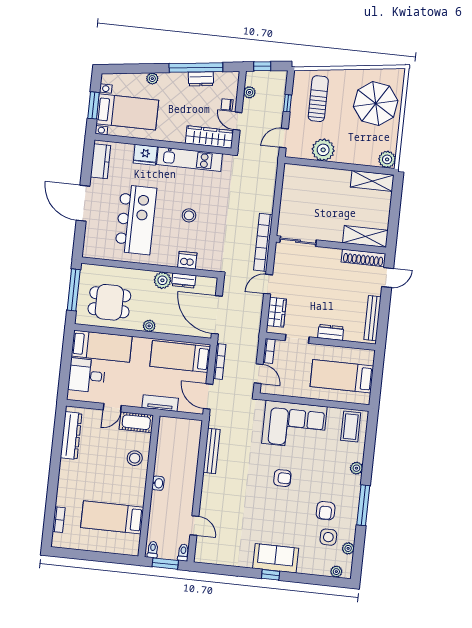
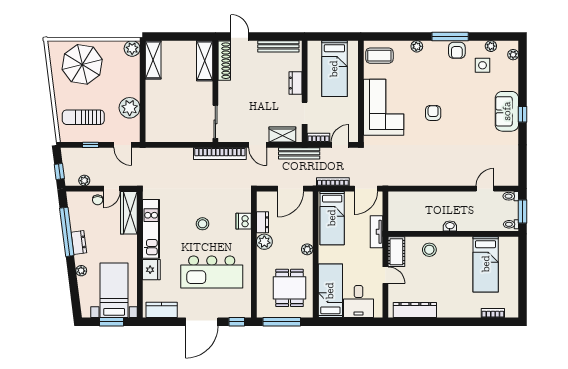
dresser: (201, 79) -> (79, 243), moved
kitchen island: (136, 220) -> (212, 272), turned 180
window: (79, 241) -> (237, 322), added
door: (217, 315) -> (291, 189), width x0.73
bench: (212, 451) -> (299, 153), moved
armchair: (326, 511) -> (457, 50), moved, turned 90

